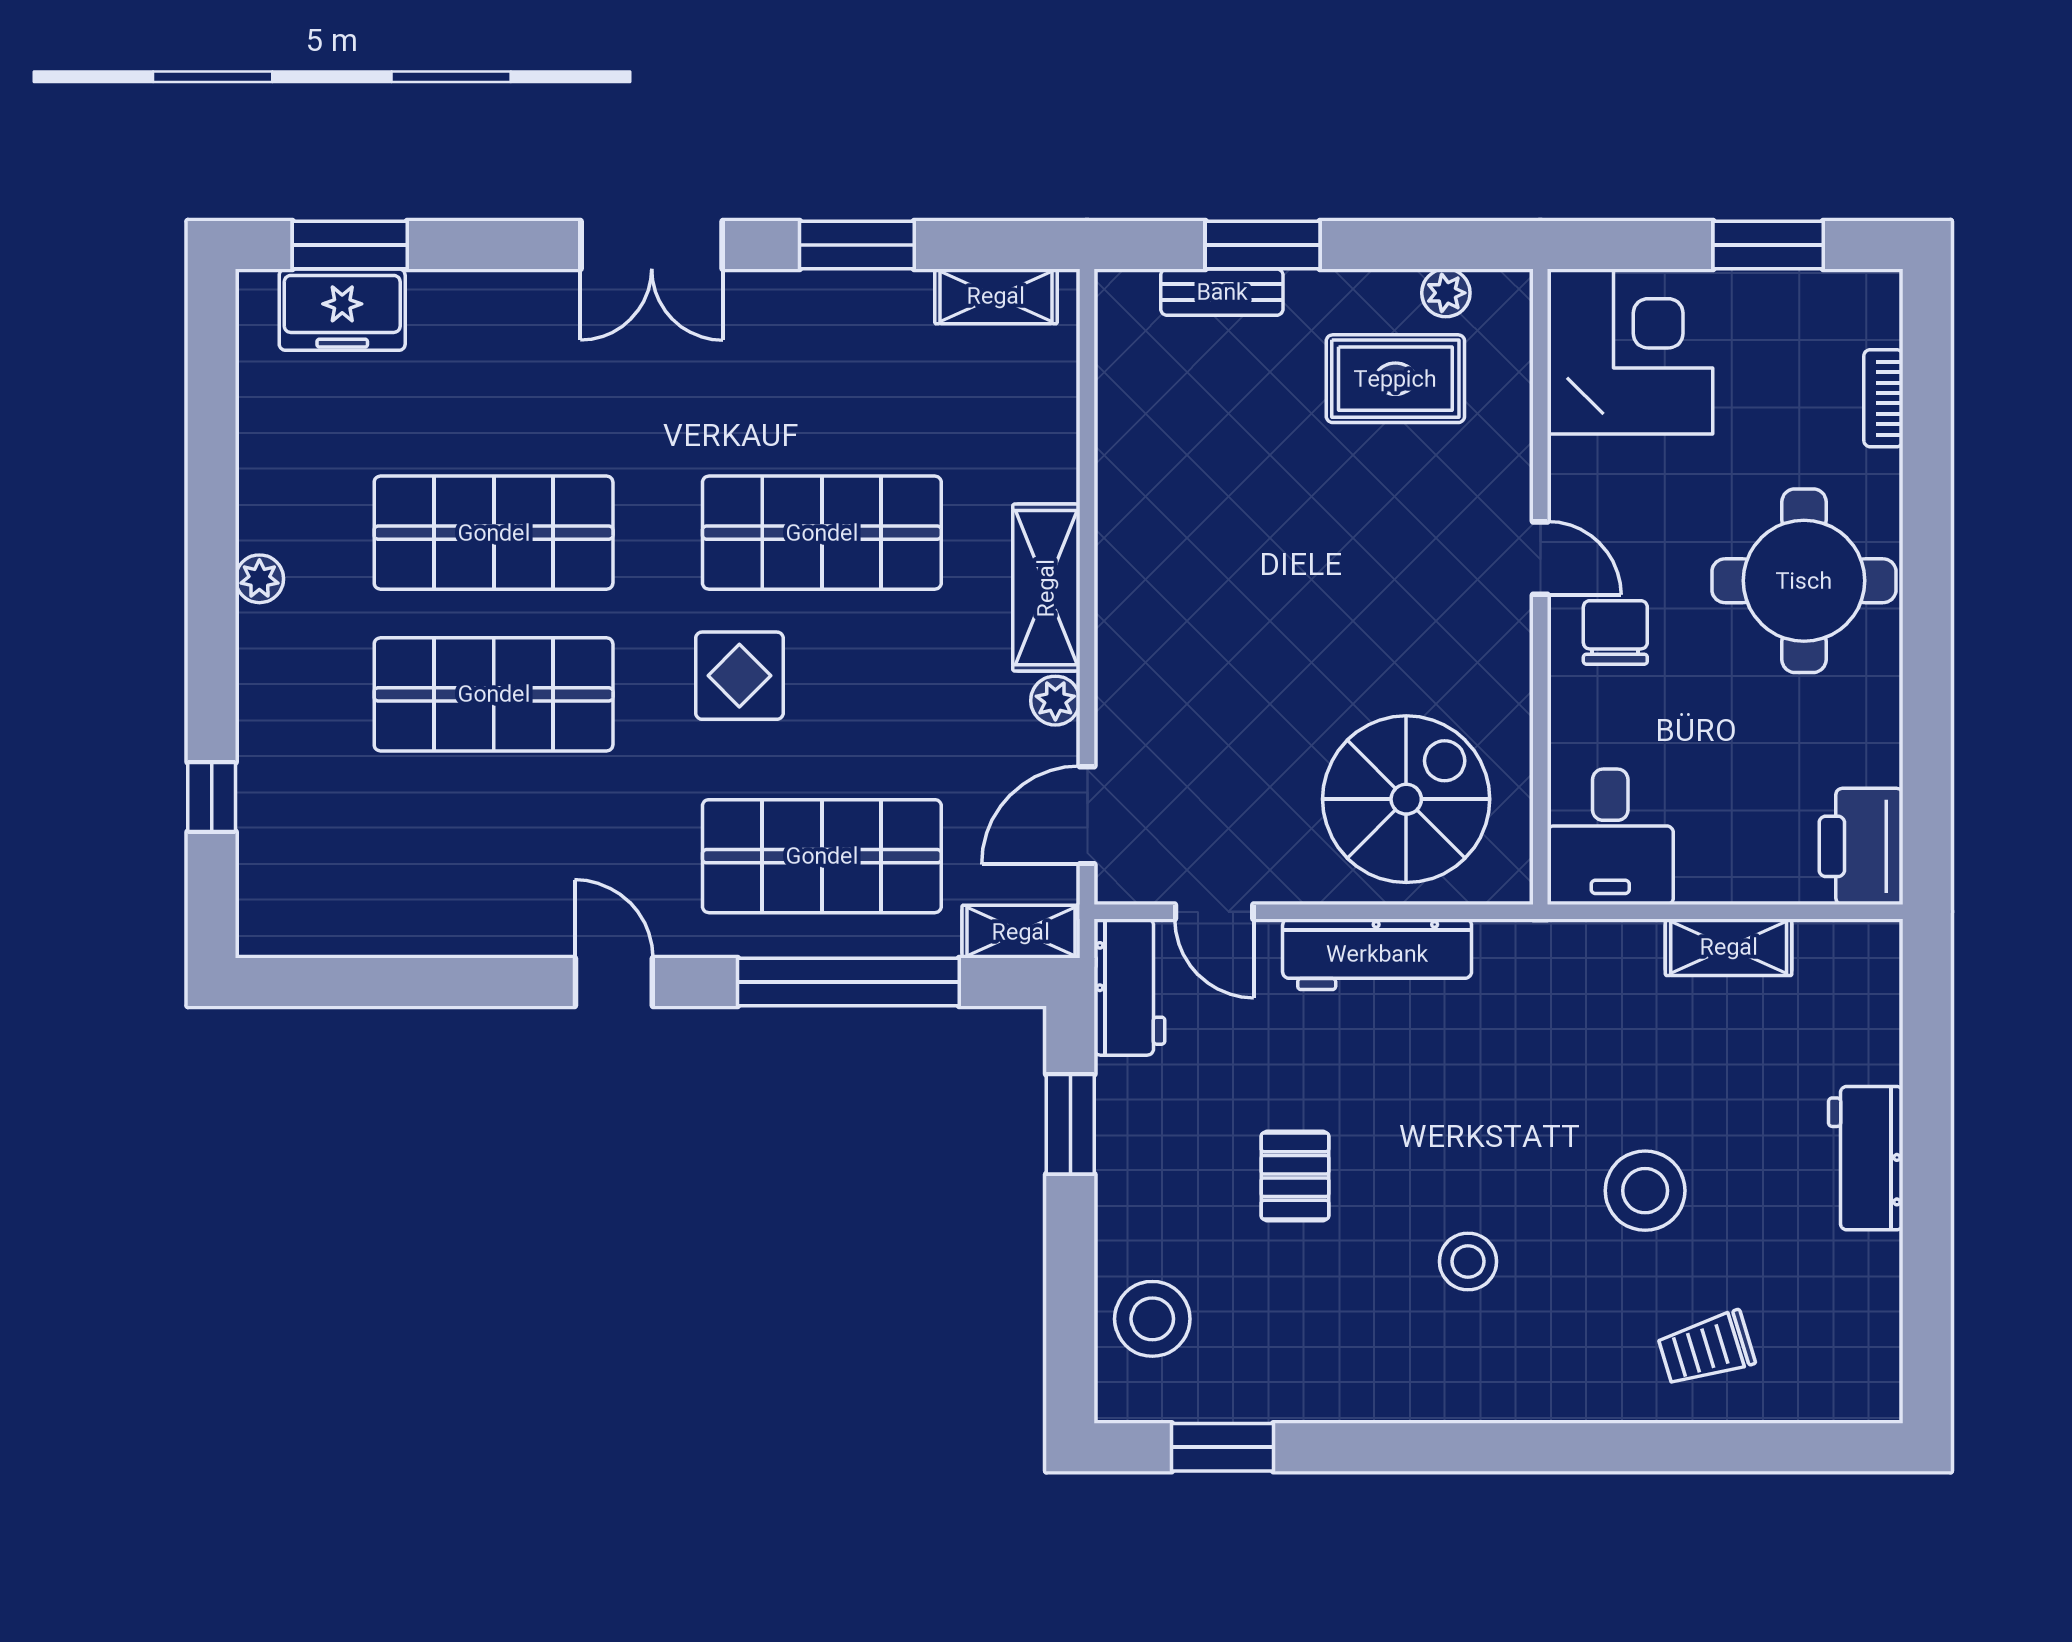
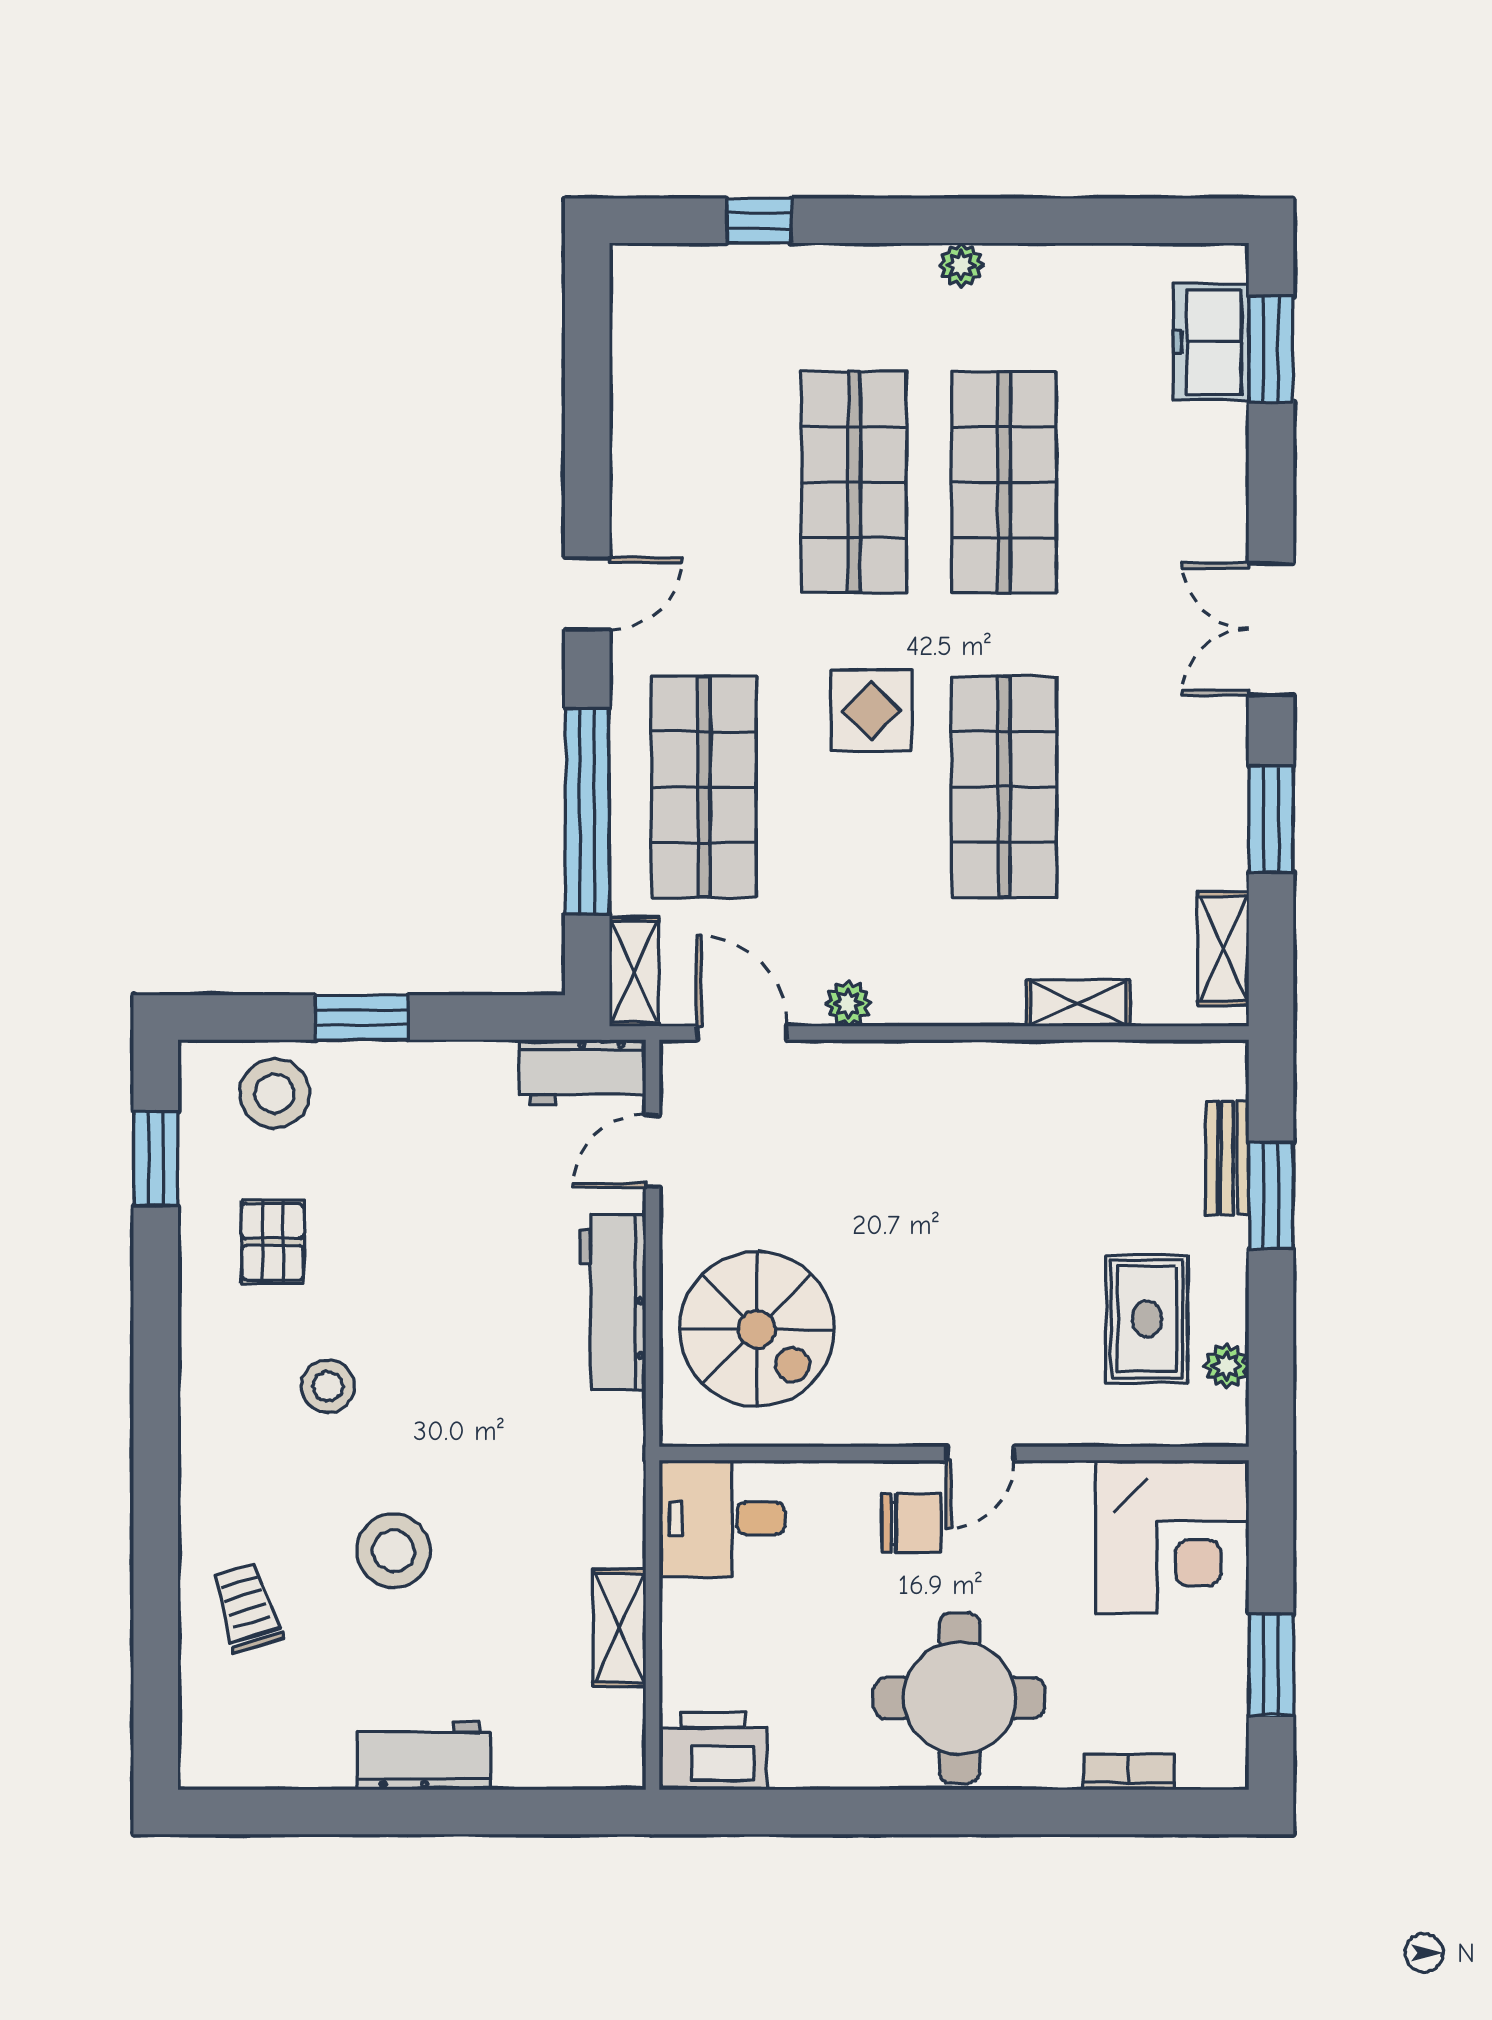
shelving: (1046, 588) -> (1078, 1003), moved, width x0.67, depth x0.75
window: (1070, 1124) -> (362, 1017), moved
pallet: (1295, 1176) -> (273, 1242), moved, turned 90

